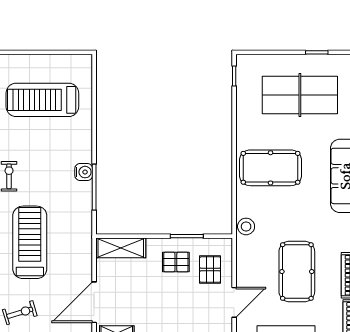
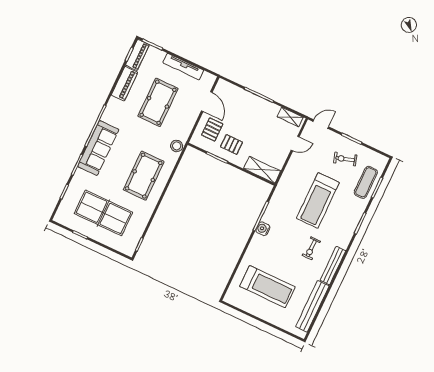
pool table: (271, 168) -> (144, 176), turned 90
door: (94, 302) -> (295, 143), width x0.53
door: (234, 302) -> (207, 102), swing flipped

